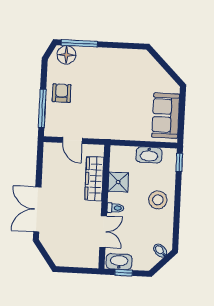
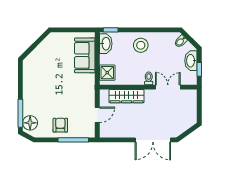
armchair: (62, 93) -> (60, 125), turned 90
sofa: (166, 116) -> (85, 55), moved, turned 90
washbasin: (149, 155) -> (106, 44), moved
shower: (118, 182) -> (107, 73), moved
washbasin: (119, 262) -> (191, 61), moved

